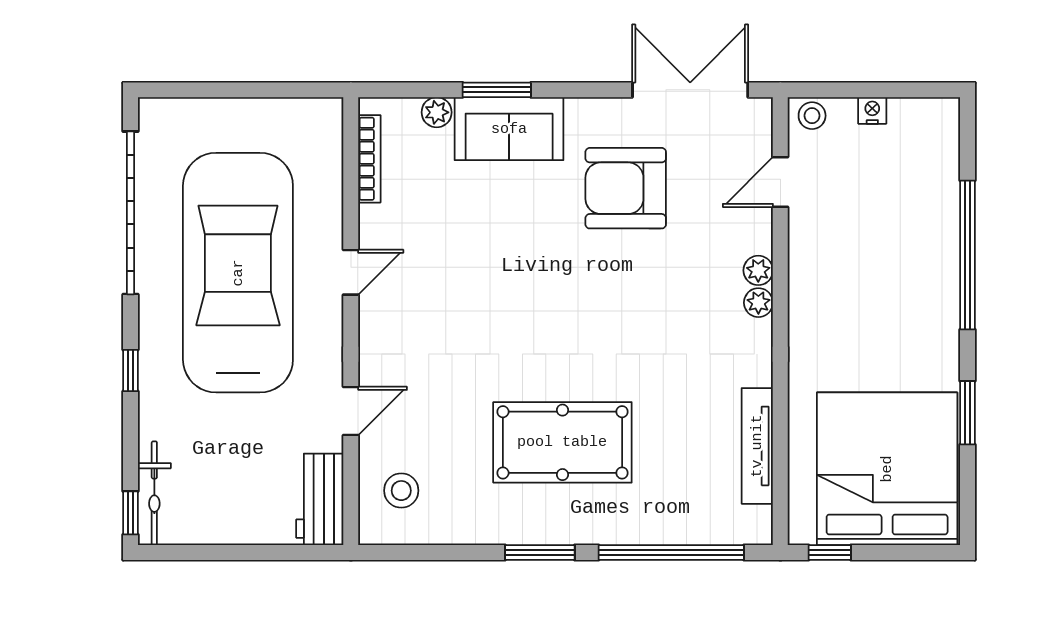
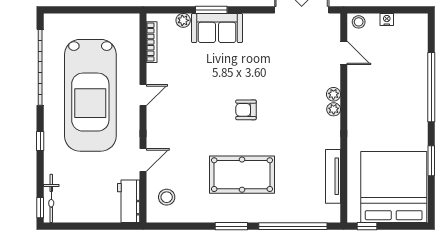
door: (780, 182) -> (344, 53), swing flipped
armchair: (626, 188) -> (246, 110), moved, width x0.53, depth x0.53
car: (238, 273) -> (90, 95), turned 180

